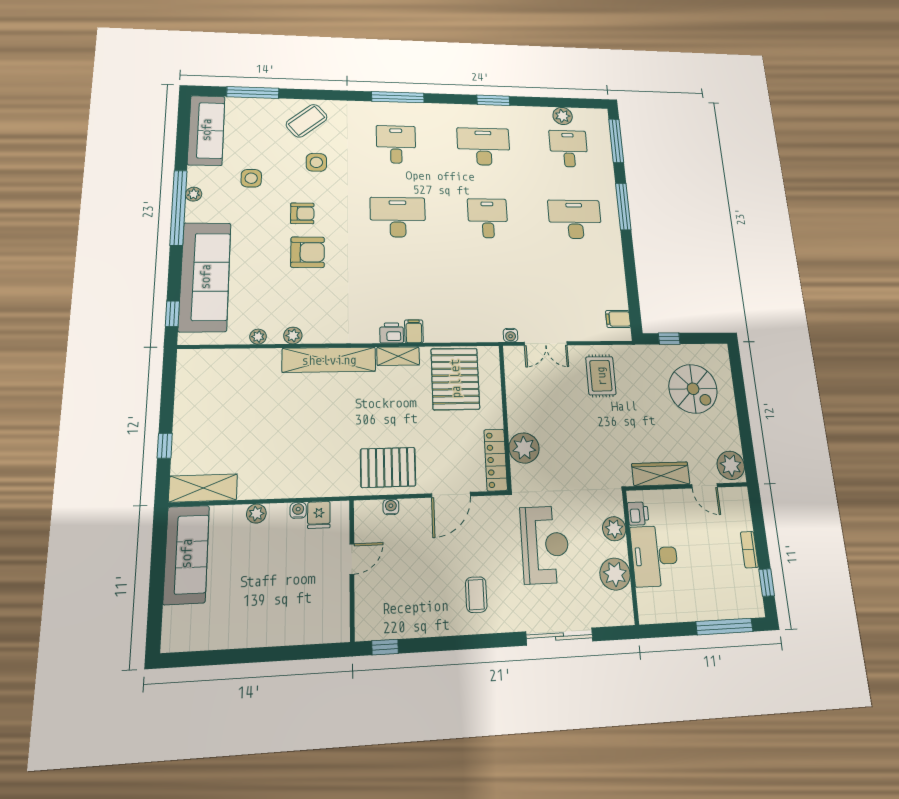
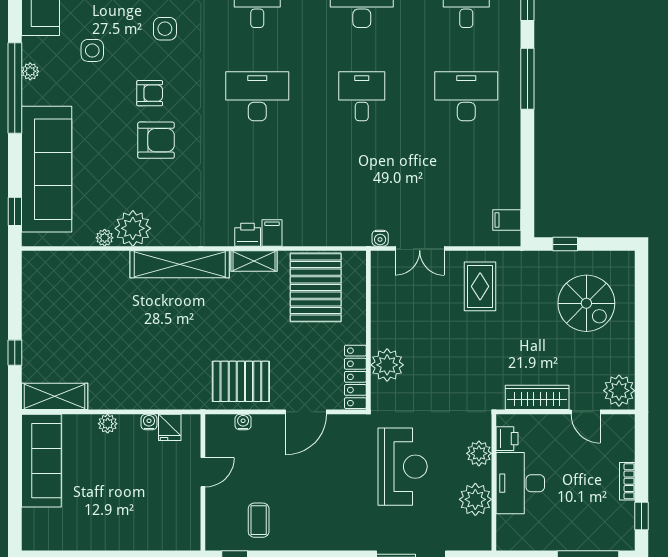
plant: (293, 335) -> (133, 228), width x1.87, depth x1.87
coffee table: (476, 595) -> (259, 520), moved

